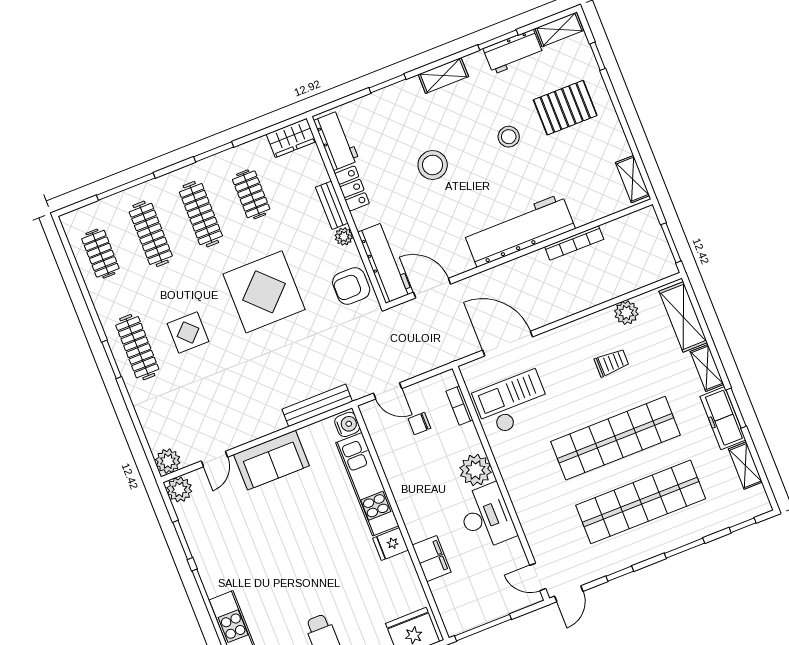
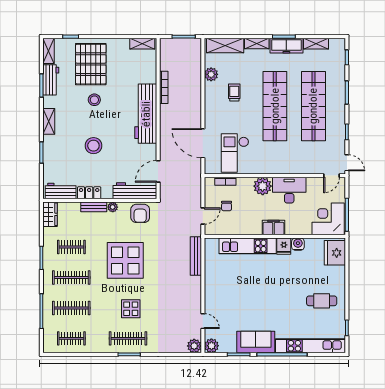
pallet: (565, 108) -> (91, 64), width x1.37, depth x1.41
door: (508, 344) -> (203, 143), hinge flipped
water cooler: (347, 424) -> (298, 244), moved
sofa: (271, 460) -> (256, 342), moved, turned -90
filing cabinet: (432, 559) -> (274, 228), moved
corner desk: (464, 599) -> (328, 219), added

